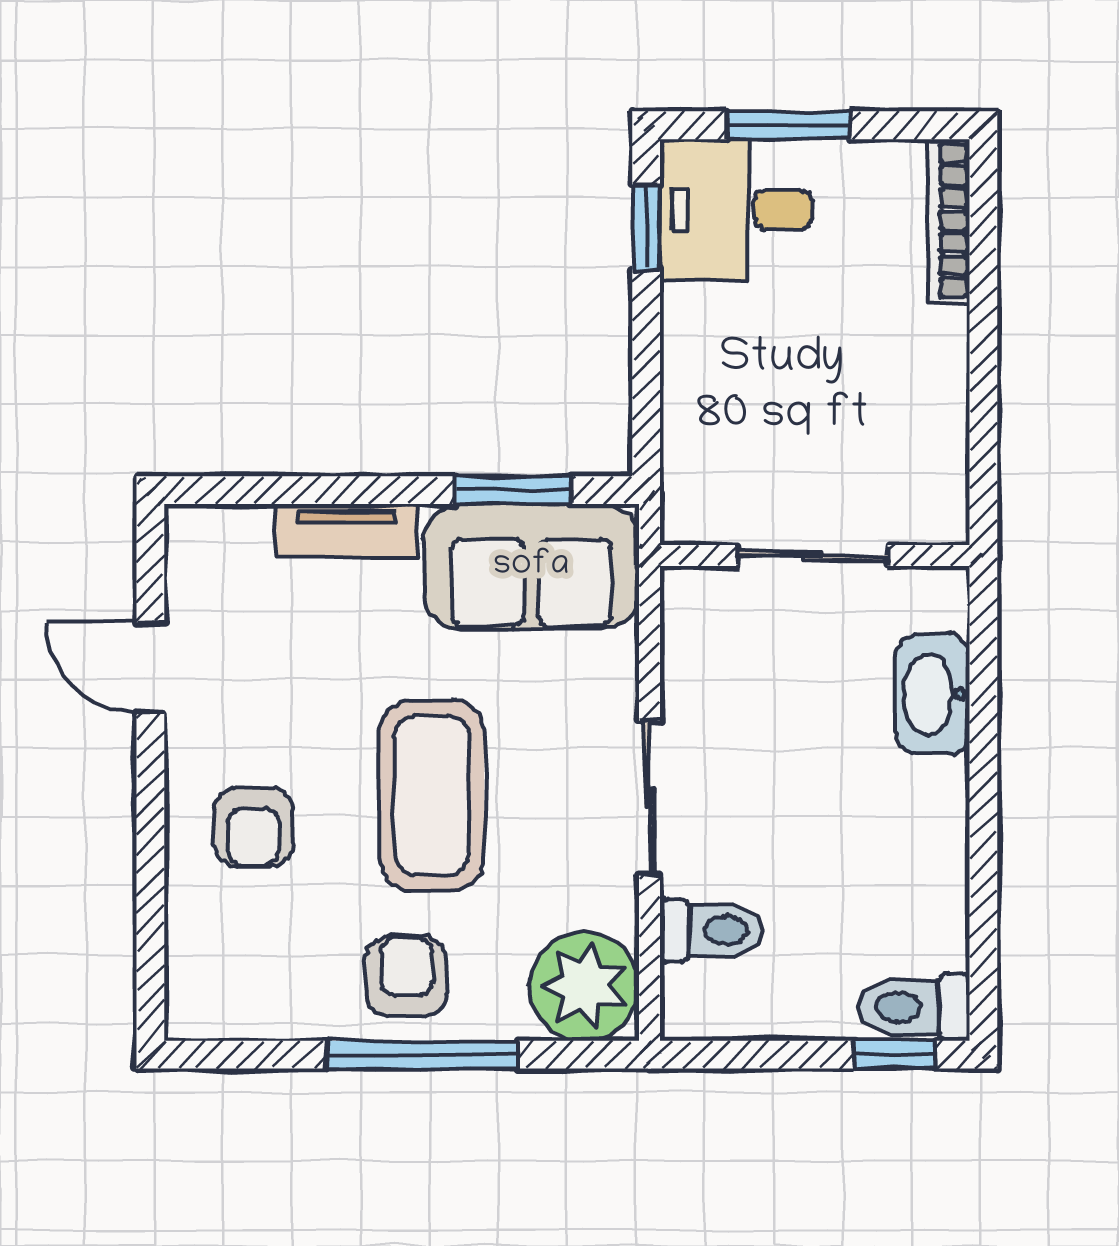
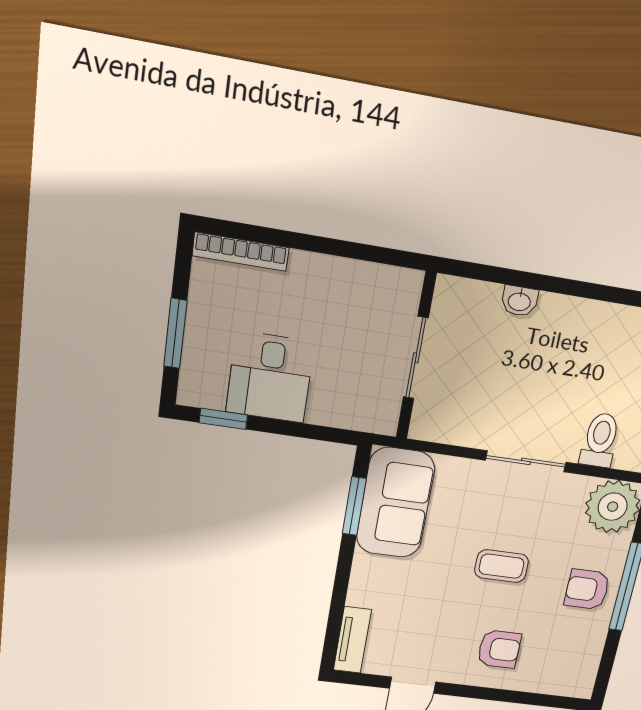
desk: (736, 210) -> (270, 377), moved
tv unit: (347, 531) -> (352, 640), moved
washbasin: (933, 694) -> (519, 301), width x0.52, depth x0.69
coffee table: (432, 795) -> (502, 566), width x0.54, depth x0.58

